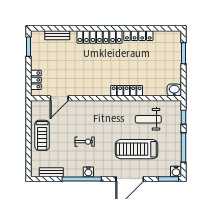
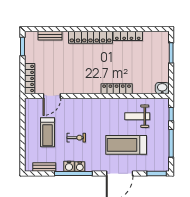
locker: (36, 80) -> (30, 78), width x1.53
treadmill: (42, 135) -> (47, 132), moved
water cooler: (176, 171) -> (69, 166), moved

